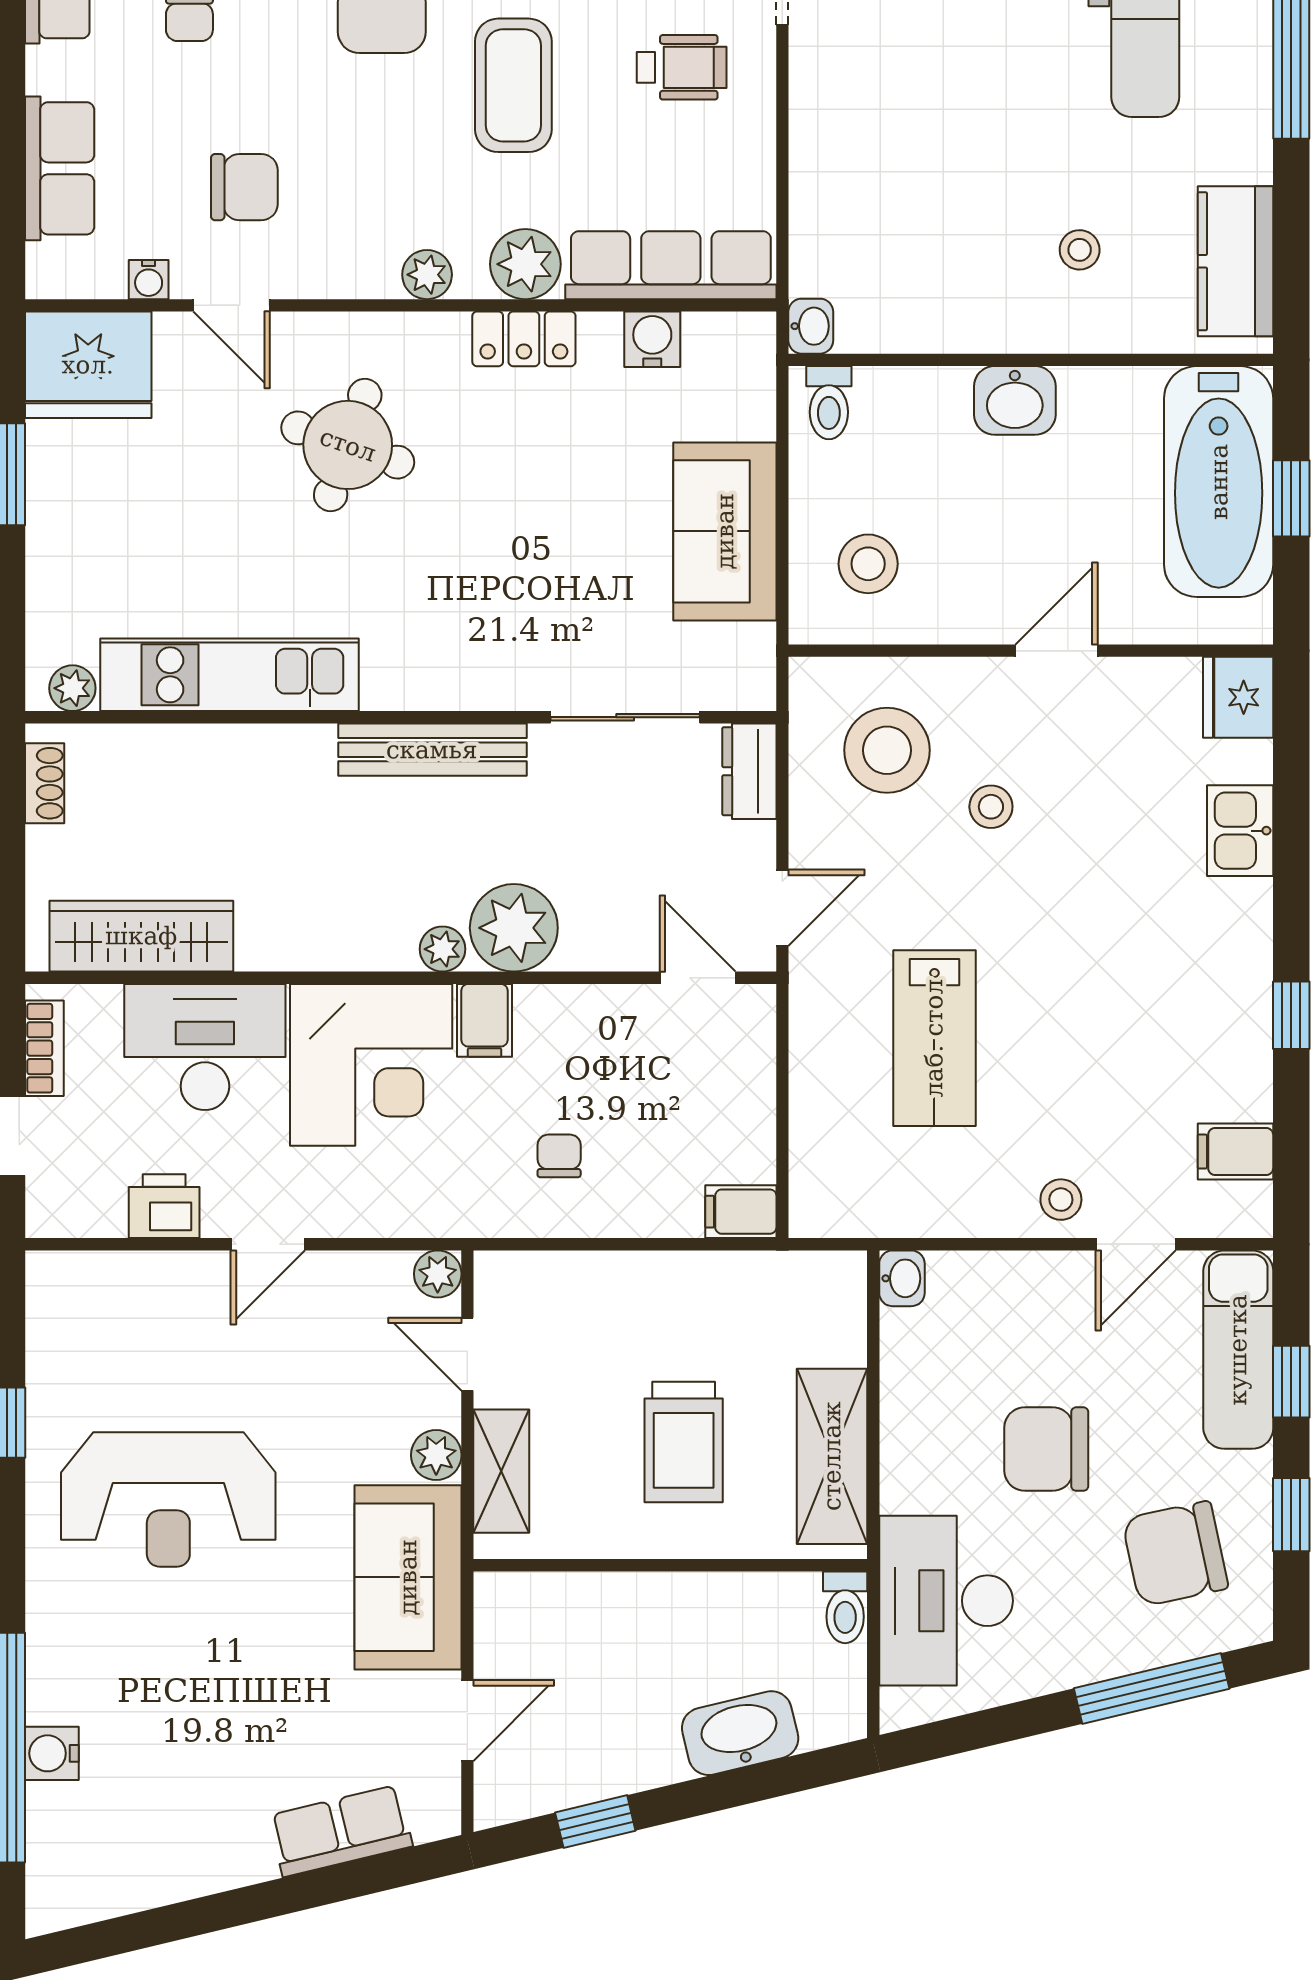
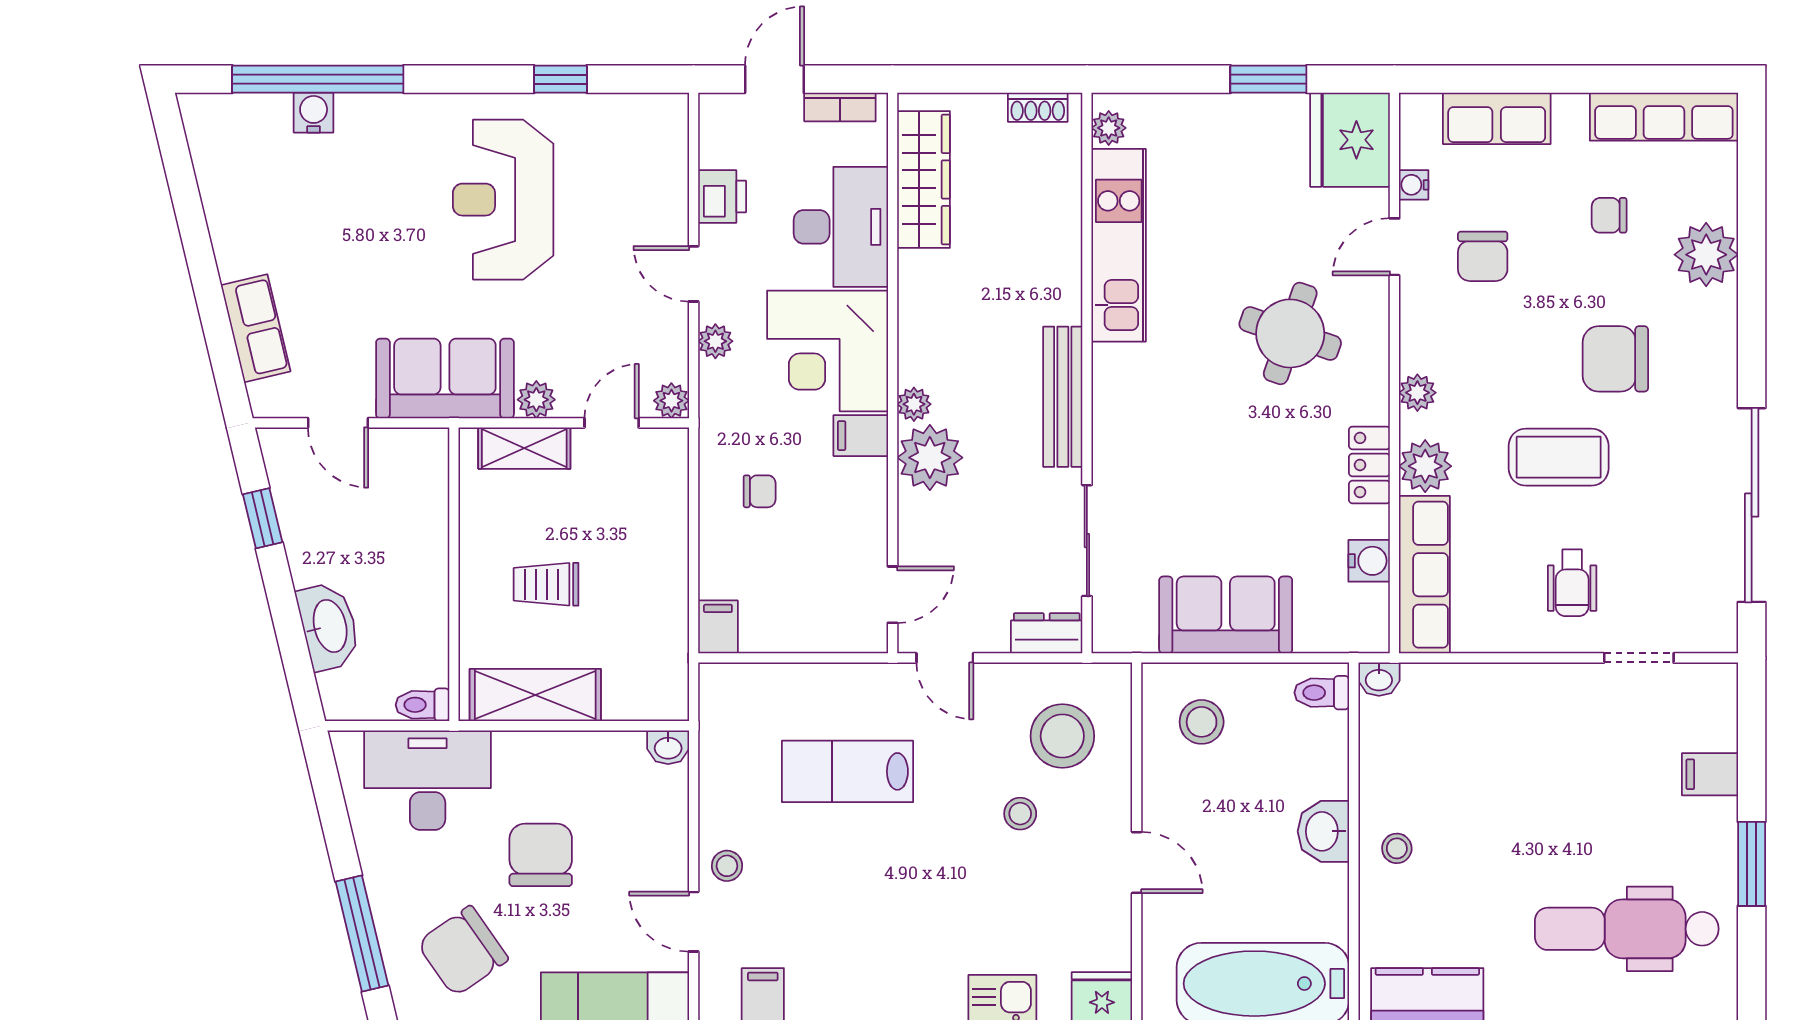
stool: (1080, 250) -> (1397, 848), moved
plant: (358, 1215) -> (715, 341), added
trolley: (684, 1442) -> (546, 584), width x0.73, depth x0.72
chair: (1175, 1554) -> (463, 951), turned -113

